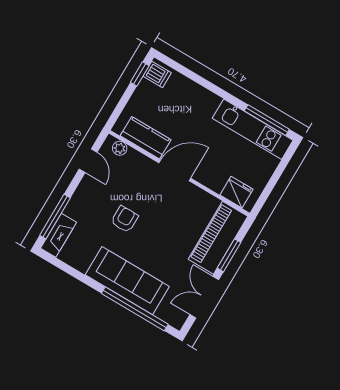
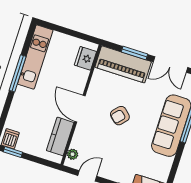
window: (267, 120) -> (18, 73), moved
armchair: (124, 219) -> (120, 116), moved, turned -48

